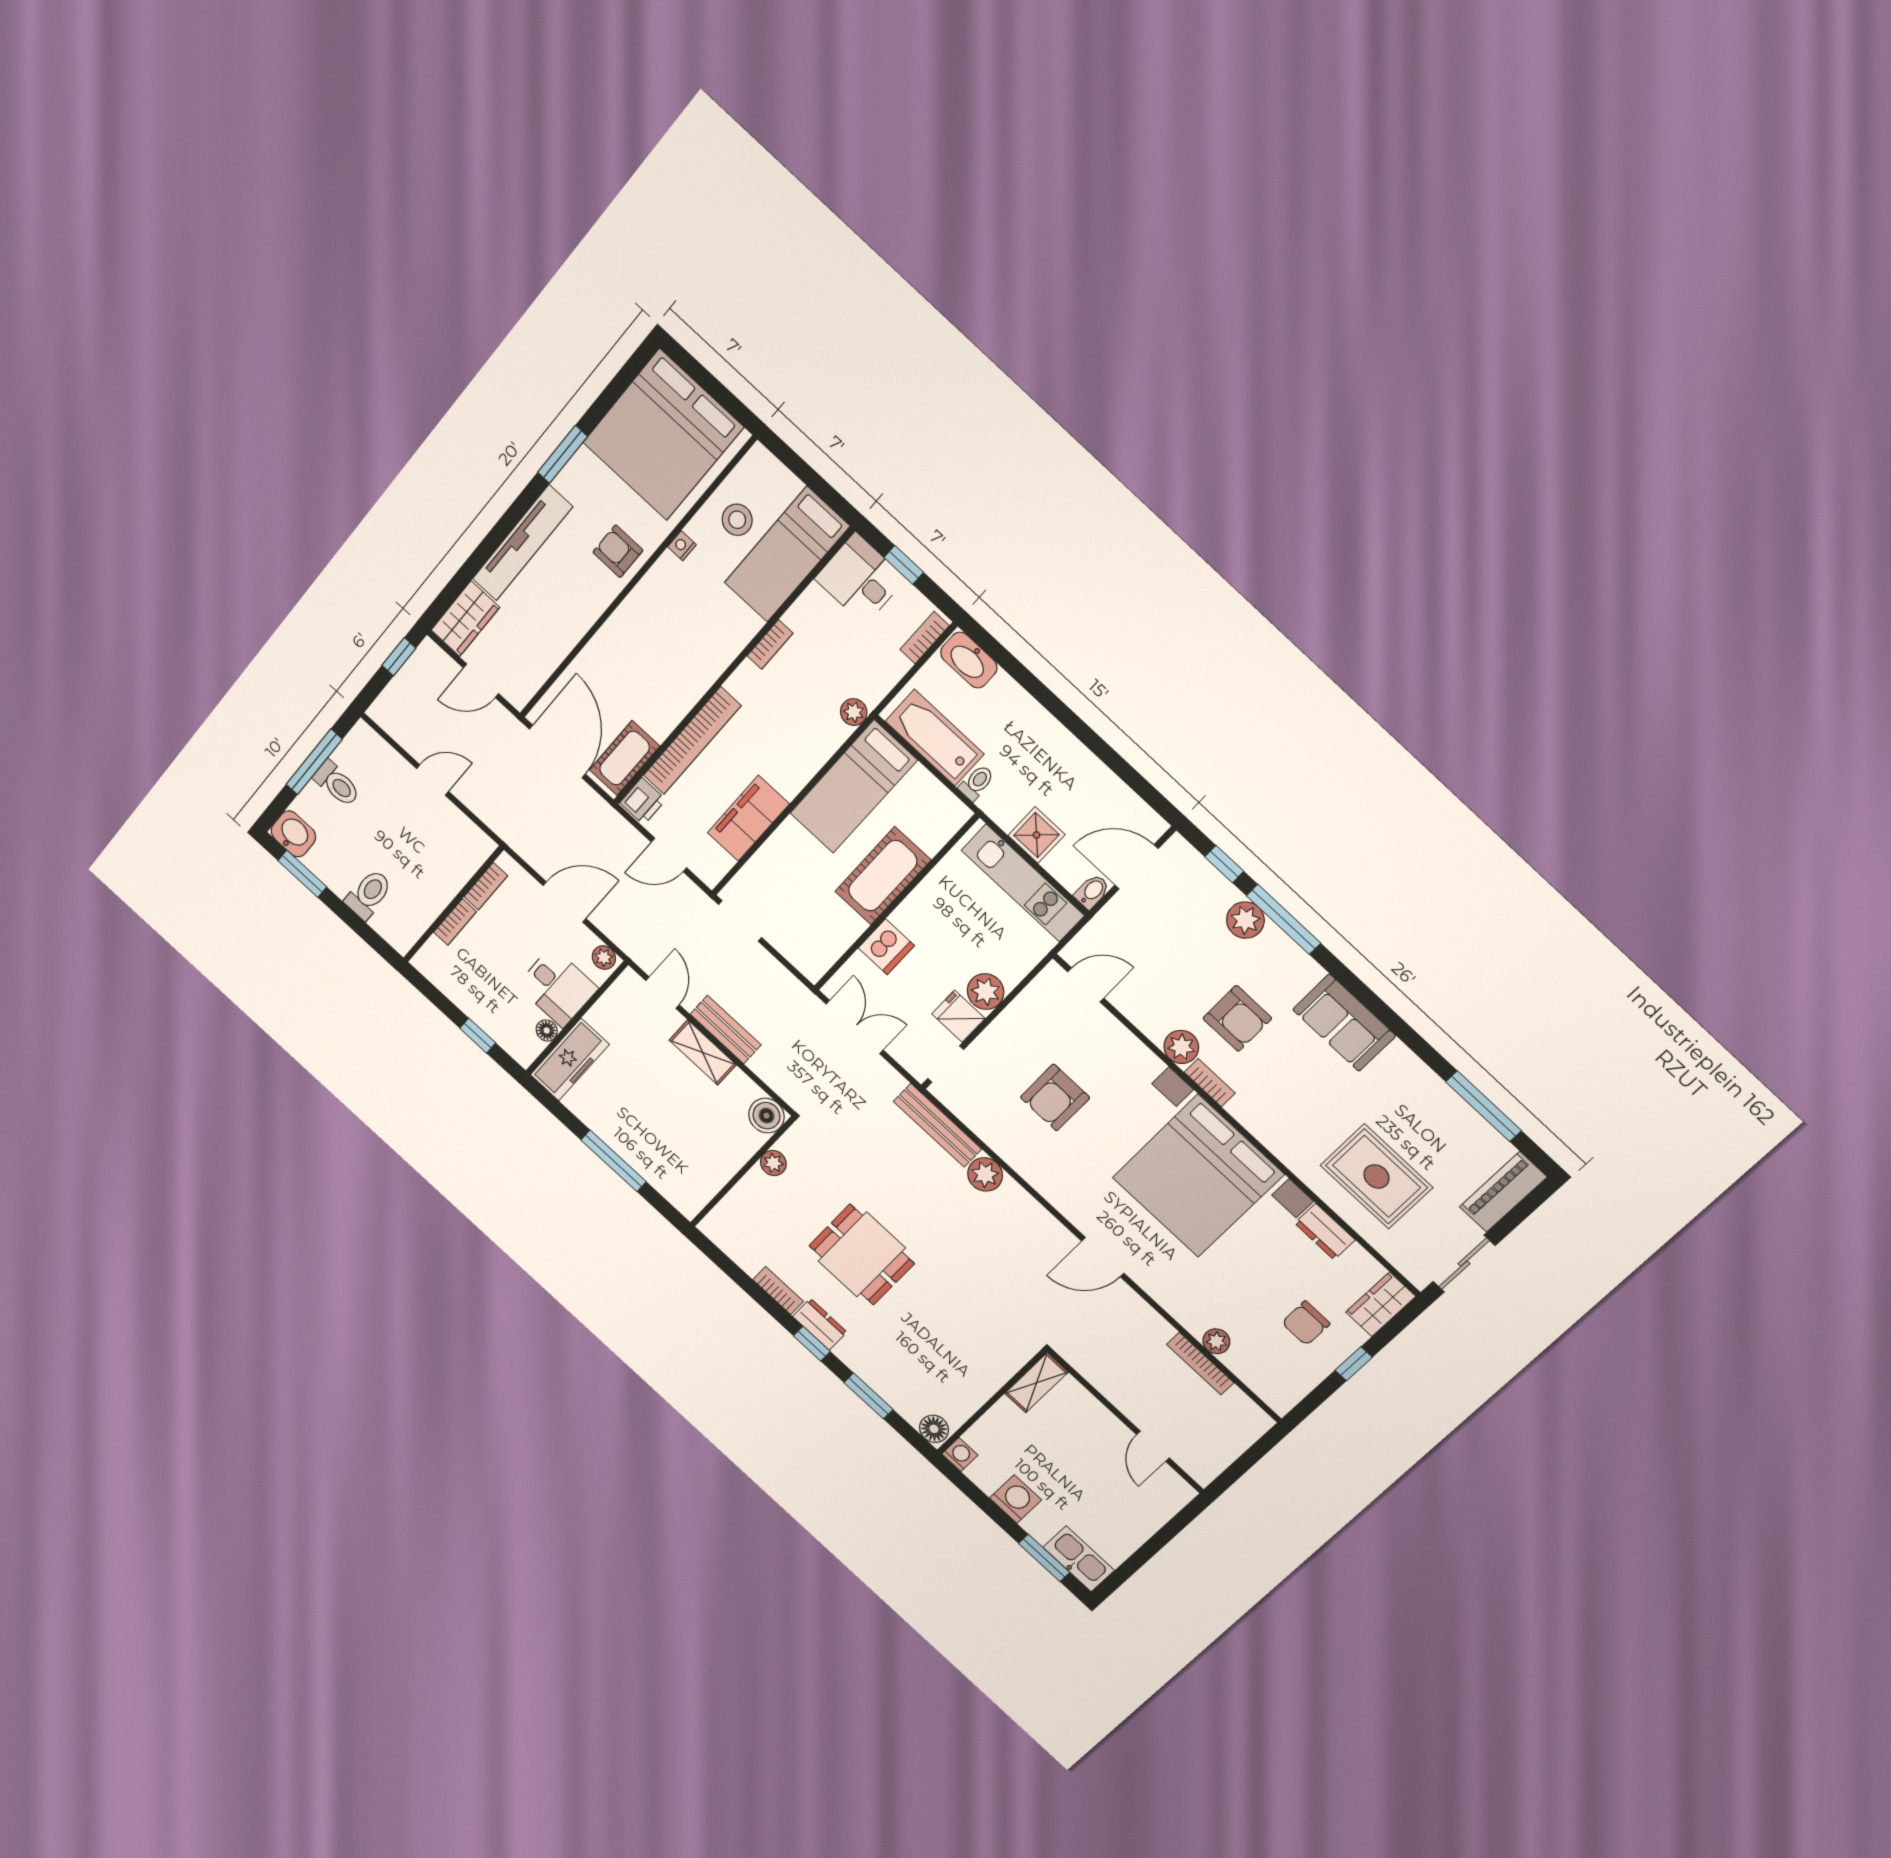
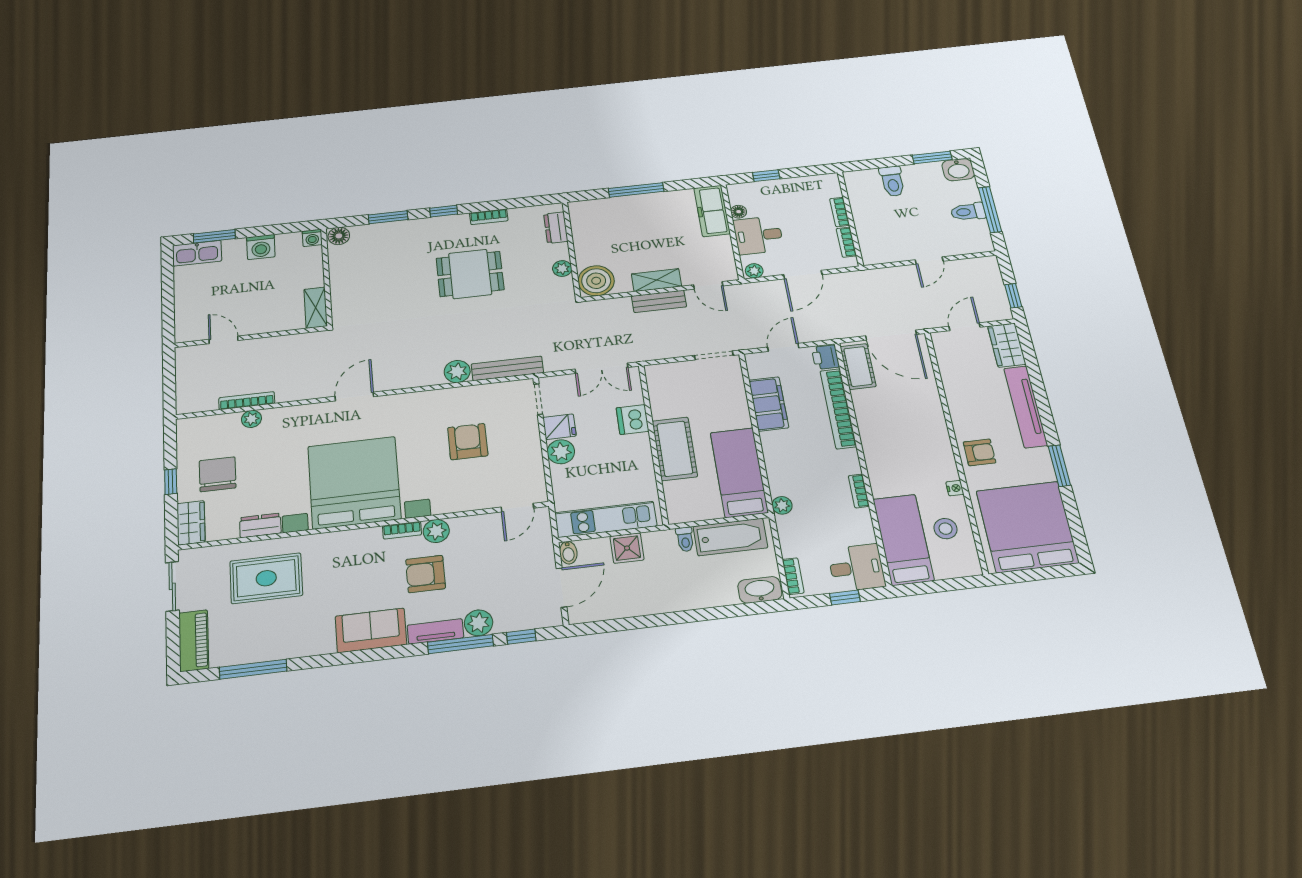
tv unit: (1291, 956) -> (435, 631), added
boiler: (767, 1116) -> (596, 281), width x1.37, depth x1.37
chair: (1306, 1323) -> (218, 474), width x1.37, depth x1.37
dresser: (820, 1324) -> (556, 228), moved, turned 90

